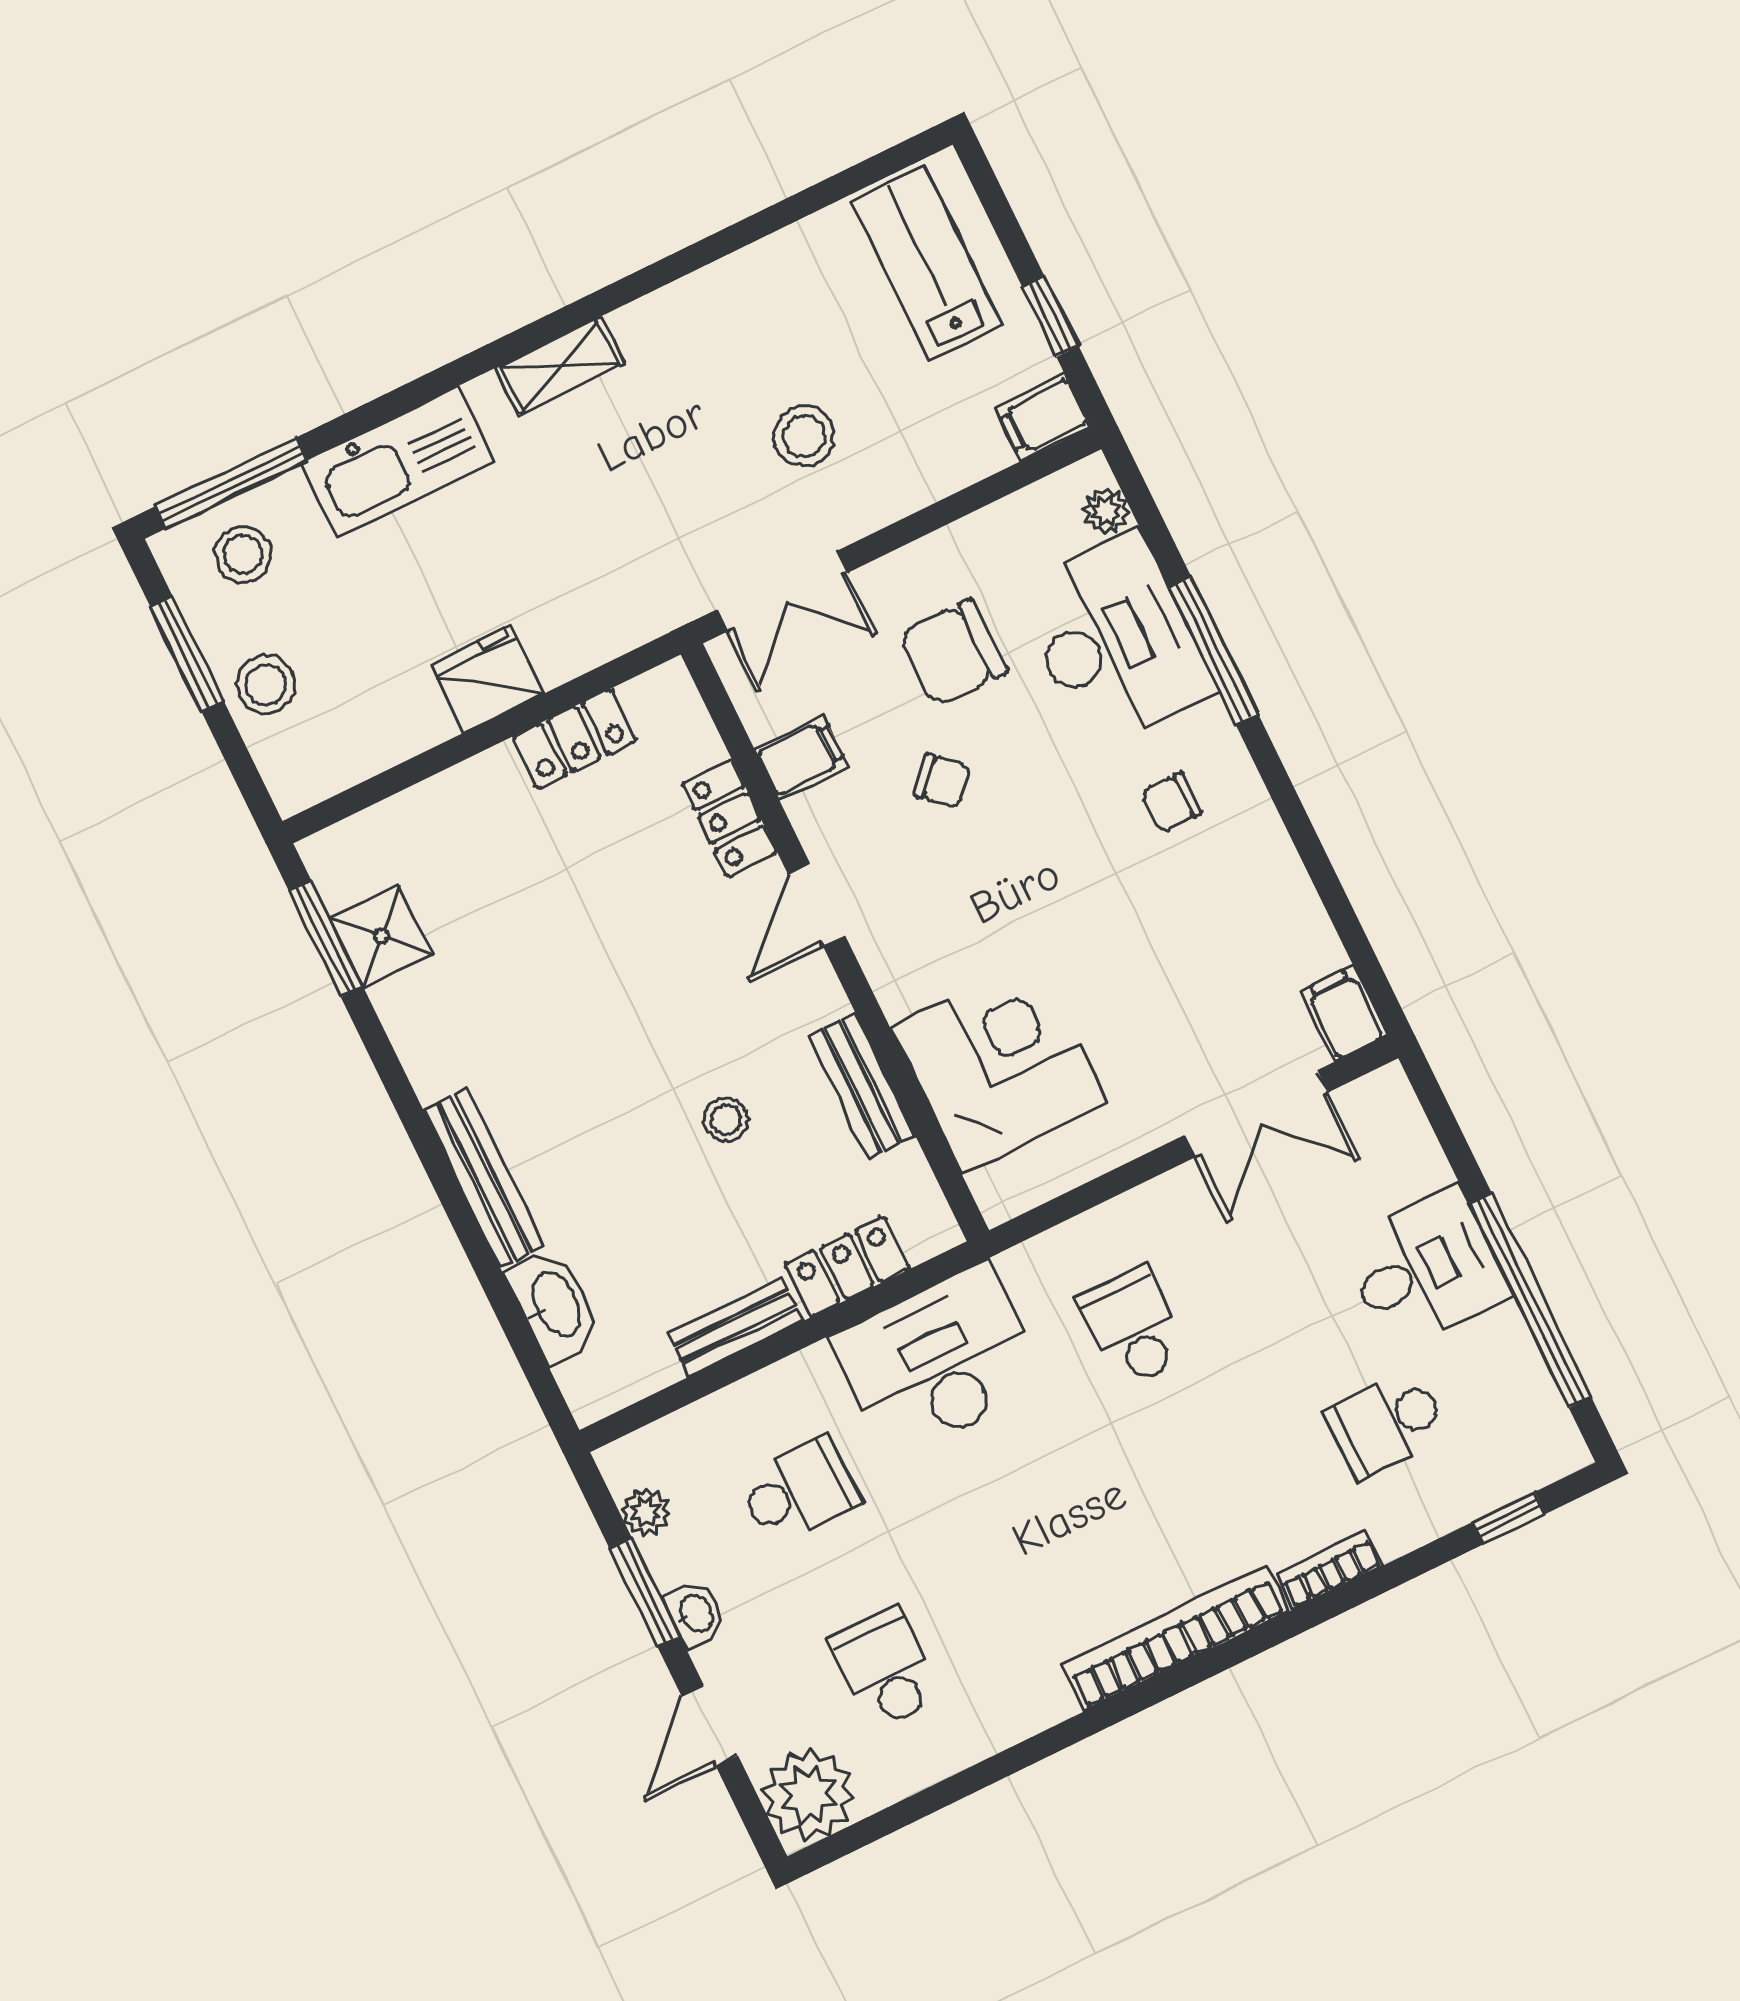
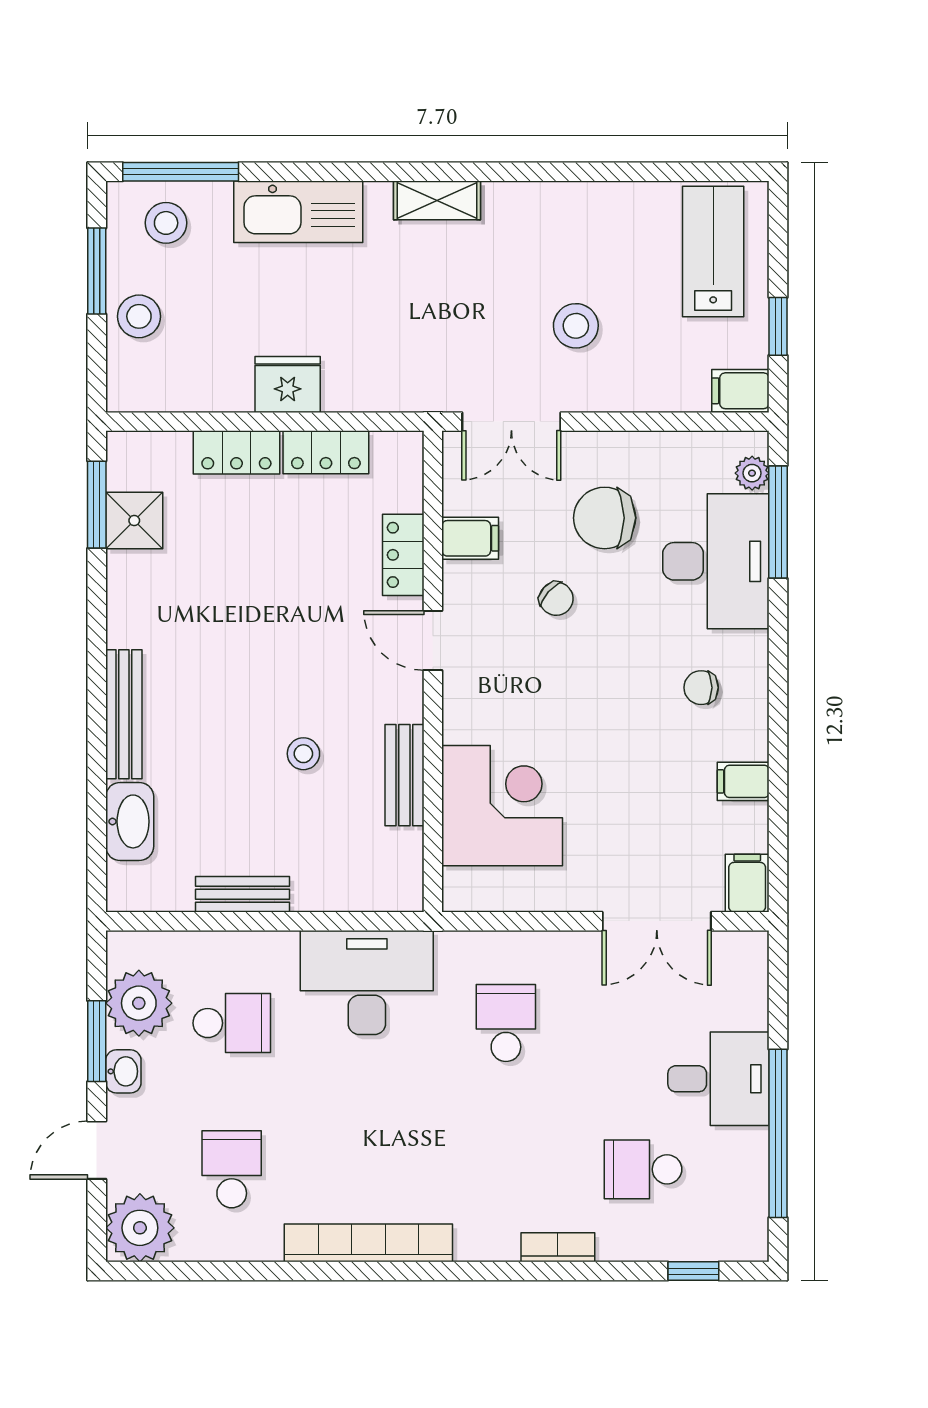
window: (1214, 651) -> (778, 522), moved
filing cabinet: (1278, 892) -> (743, 781), added
door: (816, 904) -> (433, 640), hinge flipped
locker: (847, 1267) -> (236, 452), moved, turned 180
plant: (646, 1512) -> (139, 1003), width x1.88, depth x1.88
bookcase: (1175, 1638) -> (368, 1243), moved

